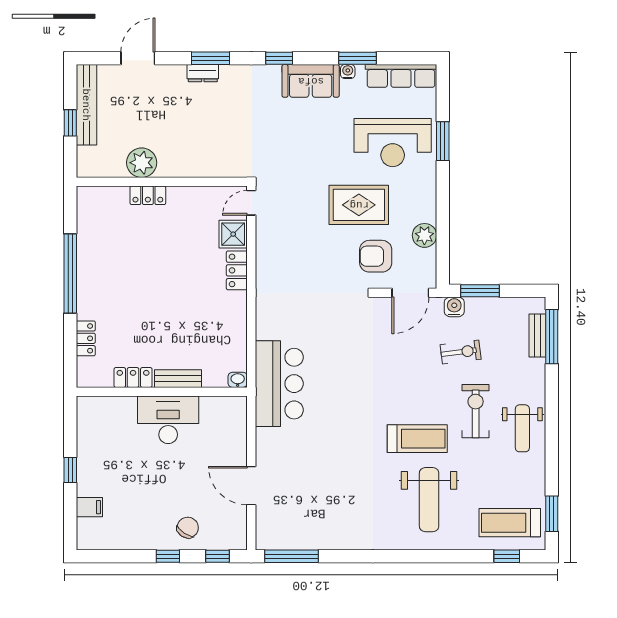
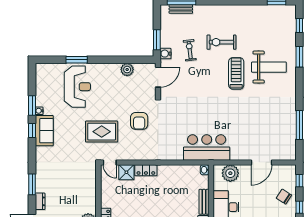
window: (279, 58) -> (32, 130), moved
dresser: (203, 73) -> (40, 201), moved
row of seats: (401, 76) -> (42, 82), removed
rug: (359, 205) -> (102, 132), moved, turned 90
armchair: (376, 256) -> (139, 121), moved
door: (410, 293) -> (158, 77), hinge flipped
plant: (231, 428) -> (230, 173), added
weight bench: (522, 428) -> (231, 17), removed
treadmill: (510, 523) -> (281, 24), removed
window: (292, 556) -> (299, 125), moved
window: (448, 556) -> (299, 57), added

